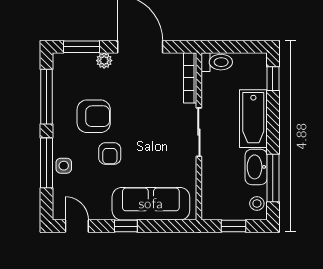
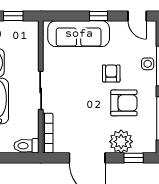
window: (82, 47) -> (134, 158), width x0.67
plant: (104, 61) -> (121, 142), width x1.88, depth x1.88
armchair: (94, 116) -> (124, 103), turned 180

